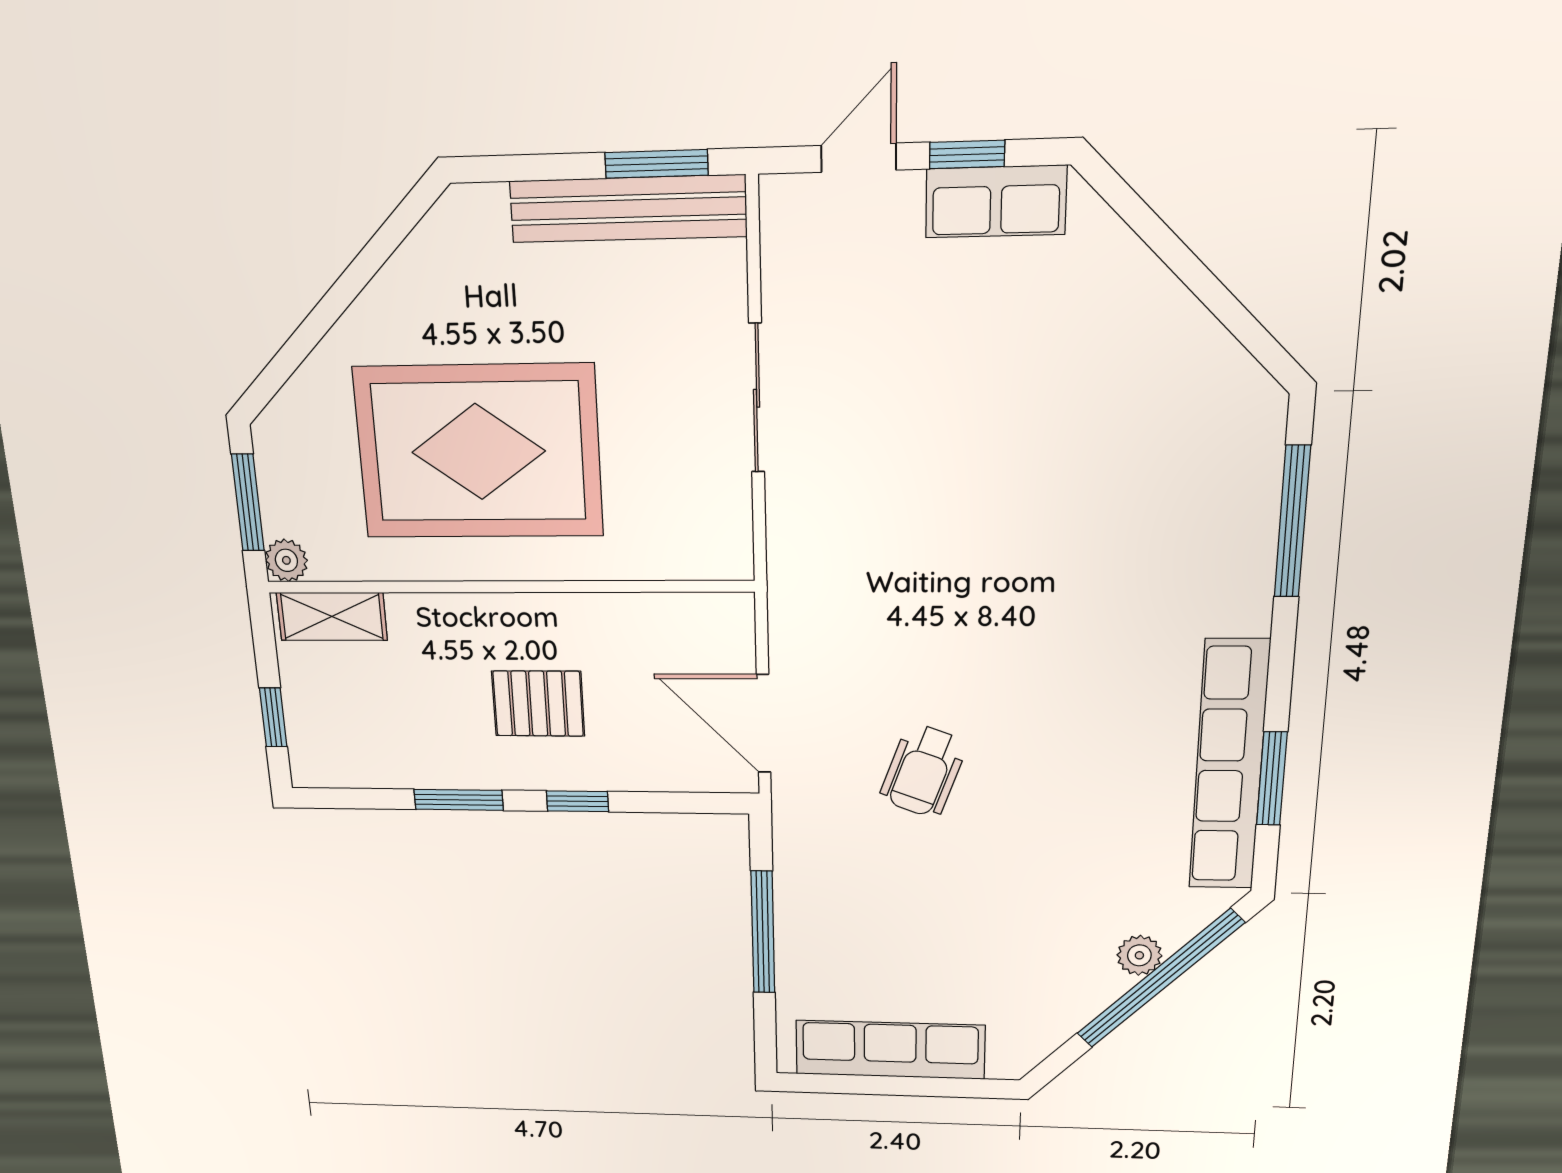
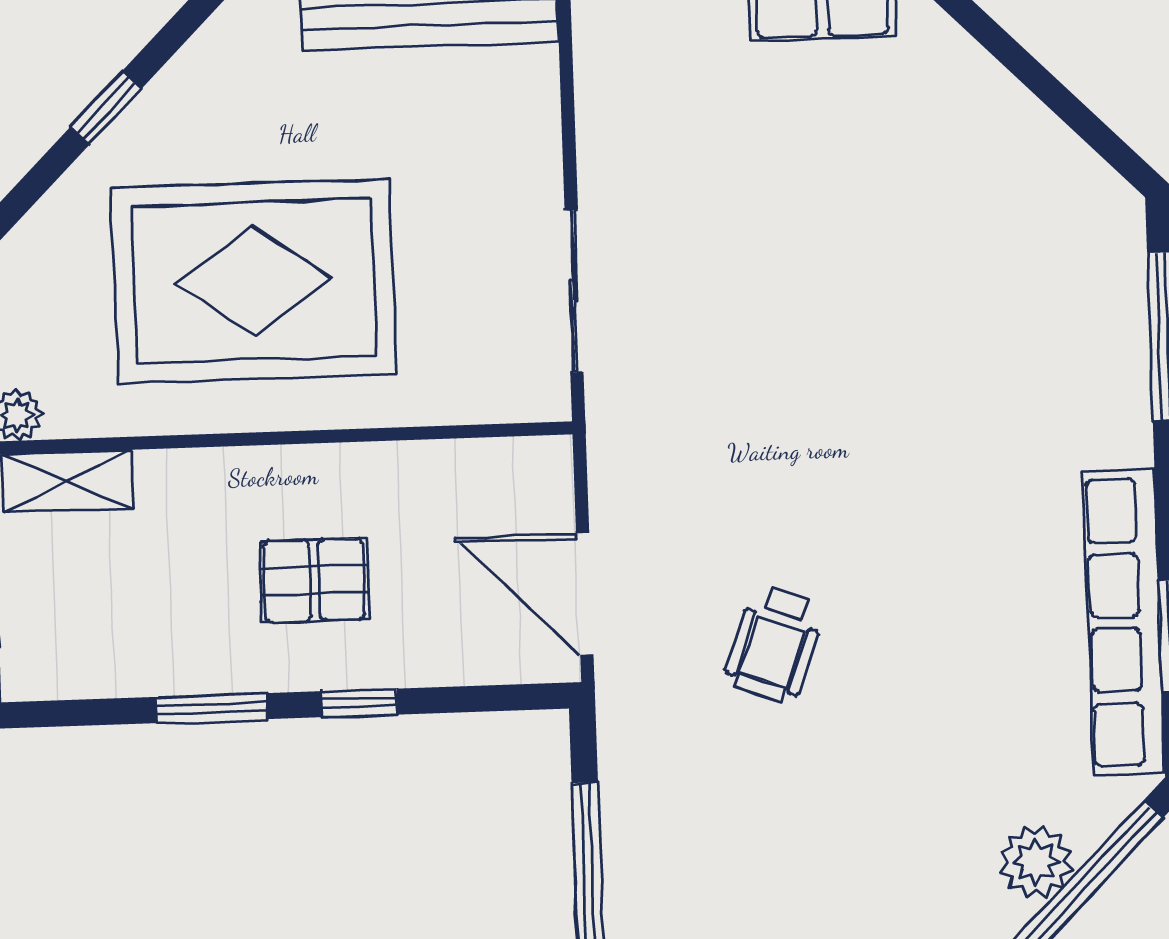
window: (343, 293) -> (106, 108), added
sliding door: (757, 398) -> (574, 291), moved
plant: (1139, 955) -> (1036, 862), width x1.38, depth x1.38

